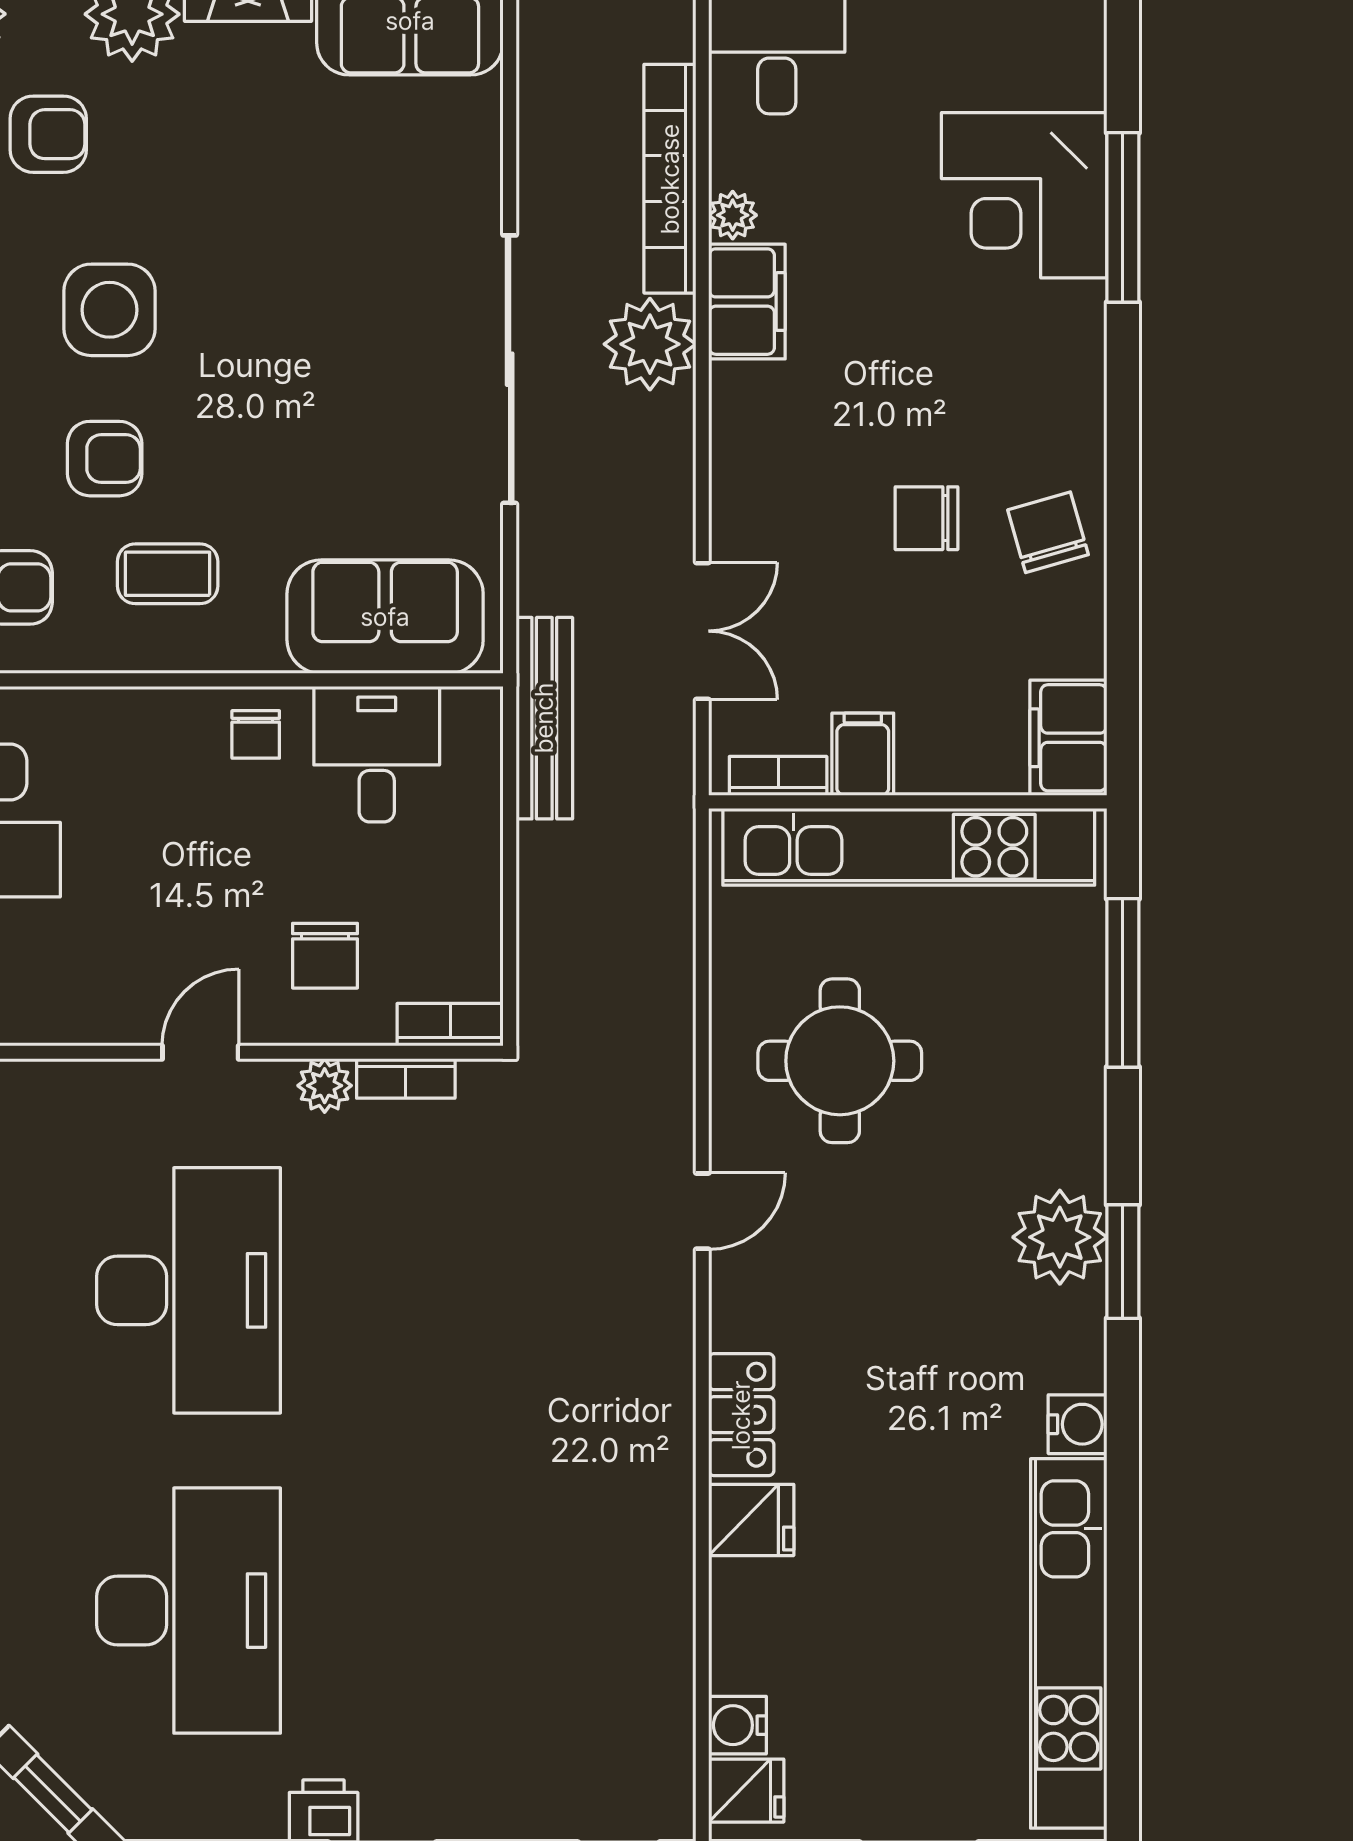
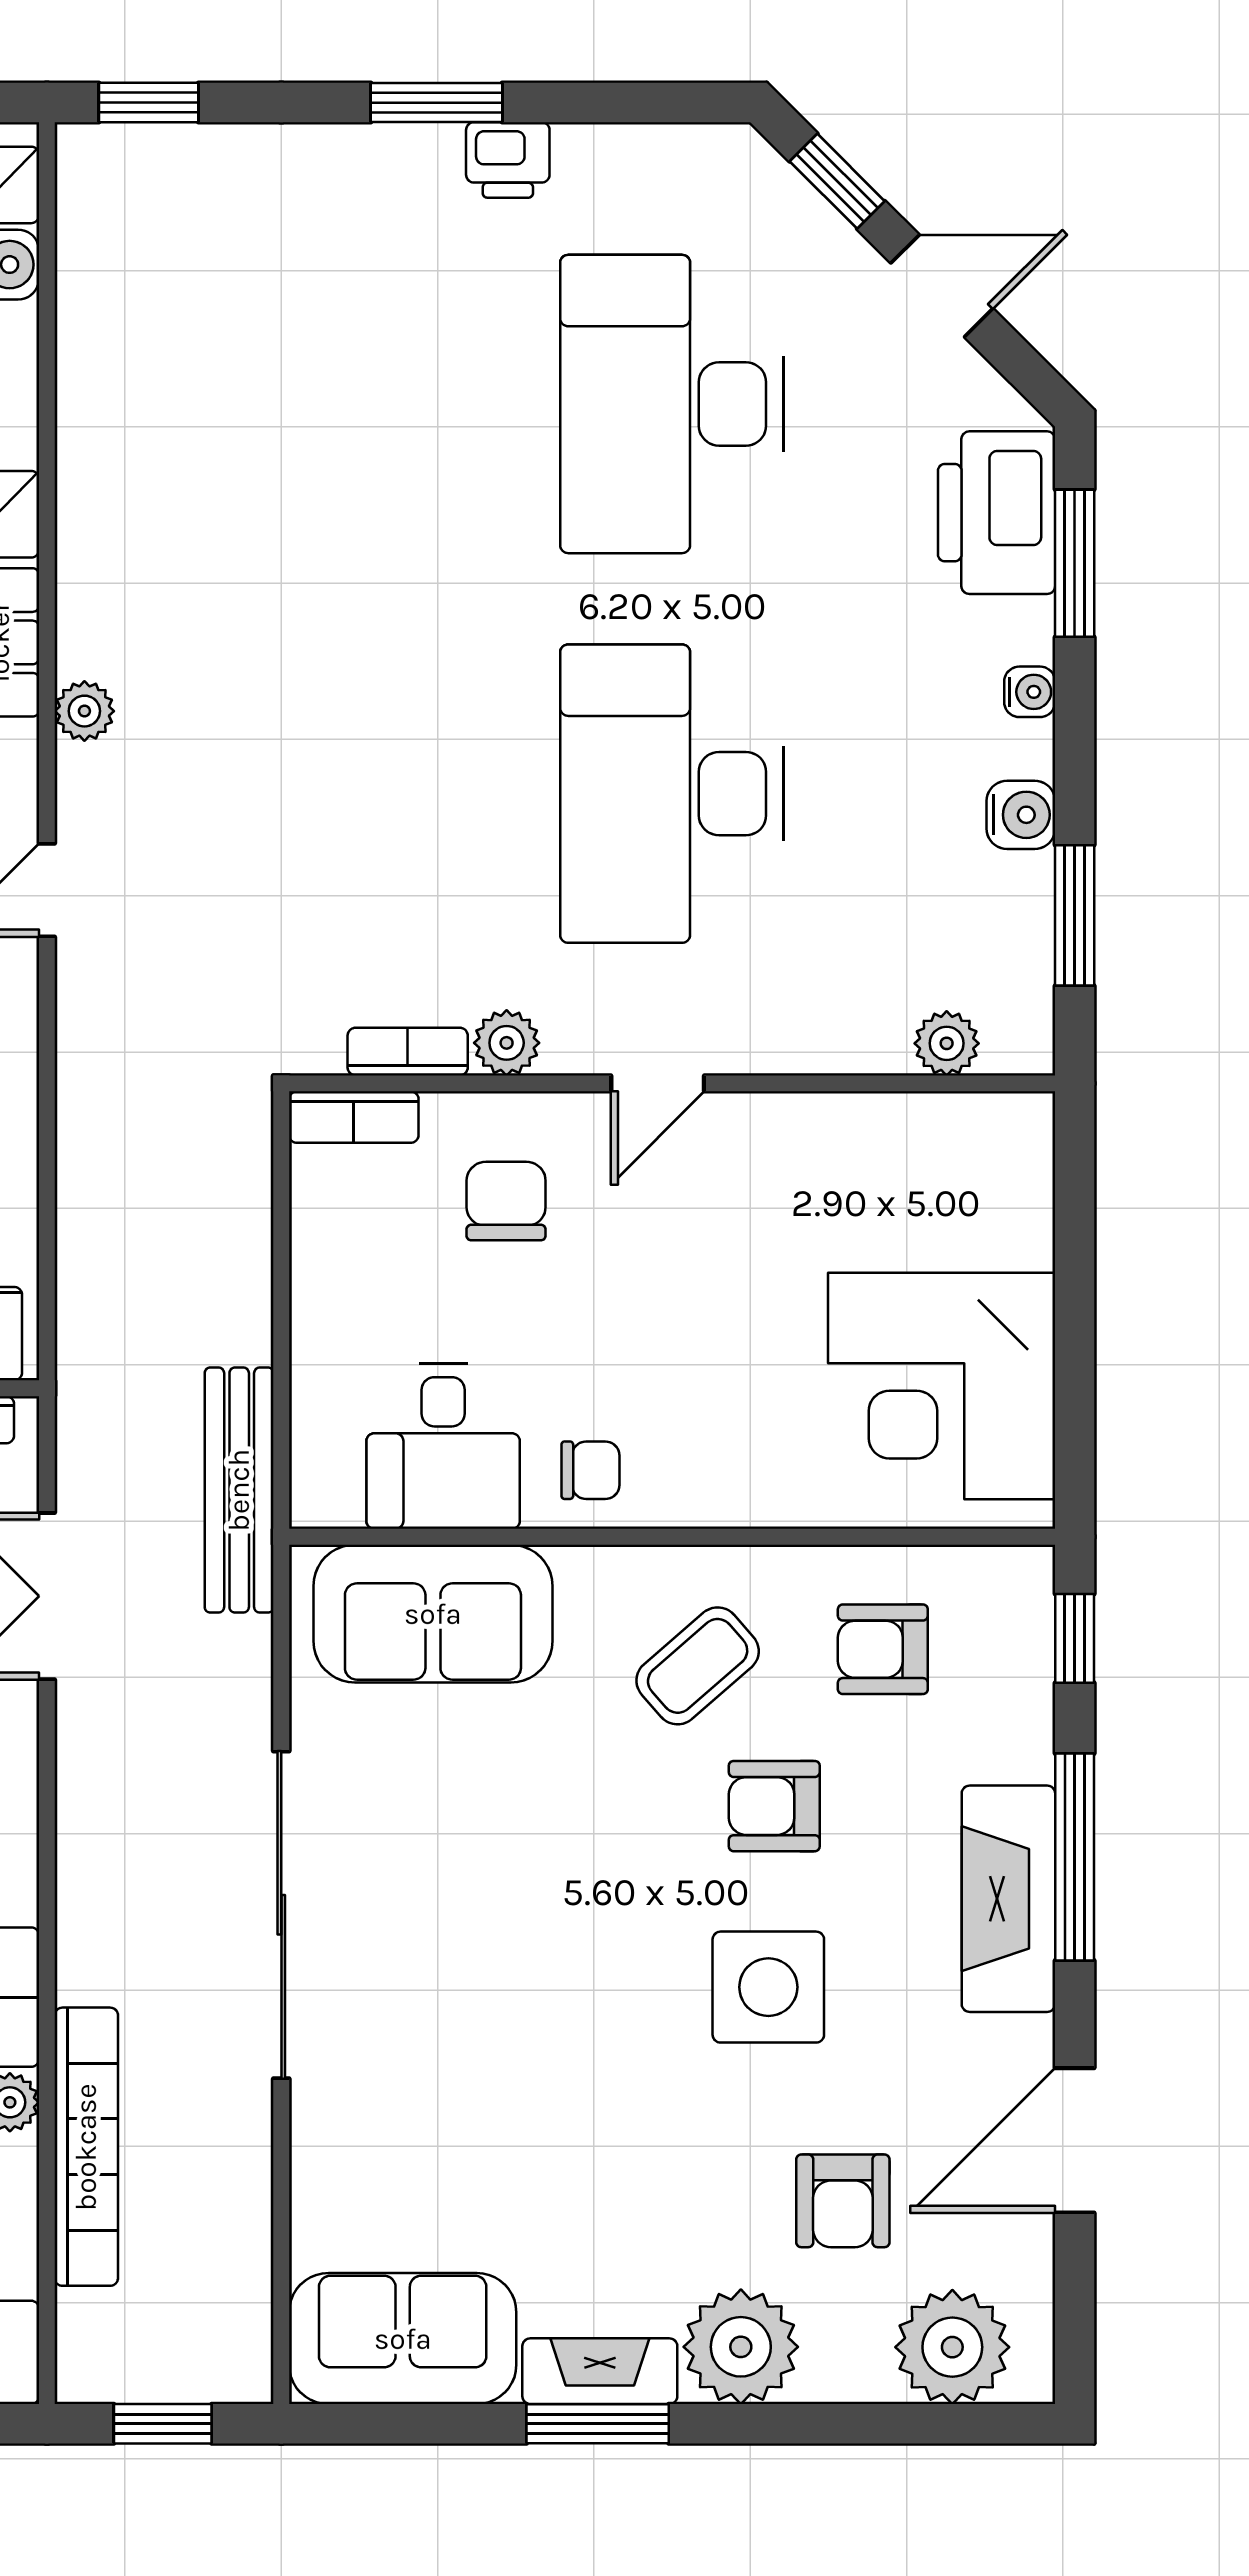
armchair: (48, 134) -> (843, 2201), turned -90
plant: (650, 344) -> (84, 711), moved, width x0.53, depth x0.53
coffee table: (168, 574) -> (698, 1666), turned -41
chair: (256, 734) -> (590, 1470), turned 90

